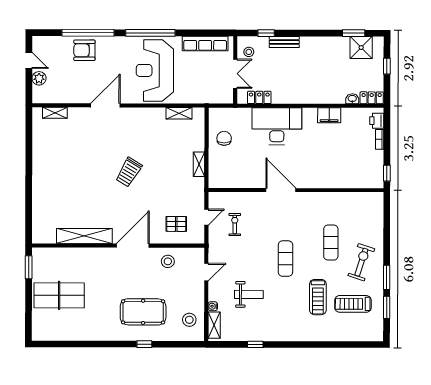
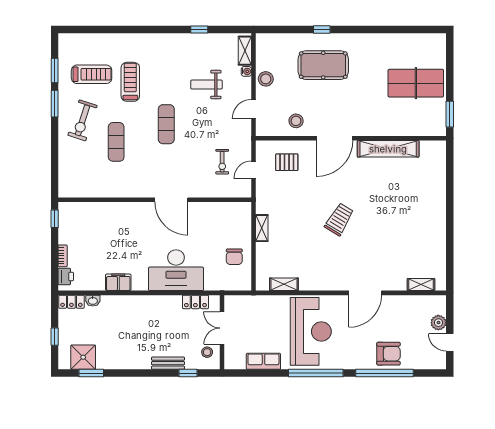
row of seats: (205, 44) -> (263, 361), width x0.68
stool: (189, 320) -> (266, 79), moved

